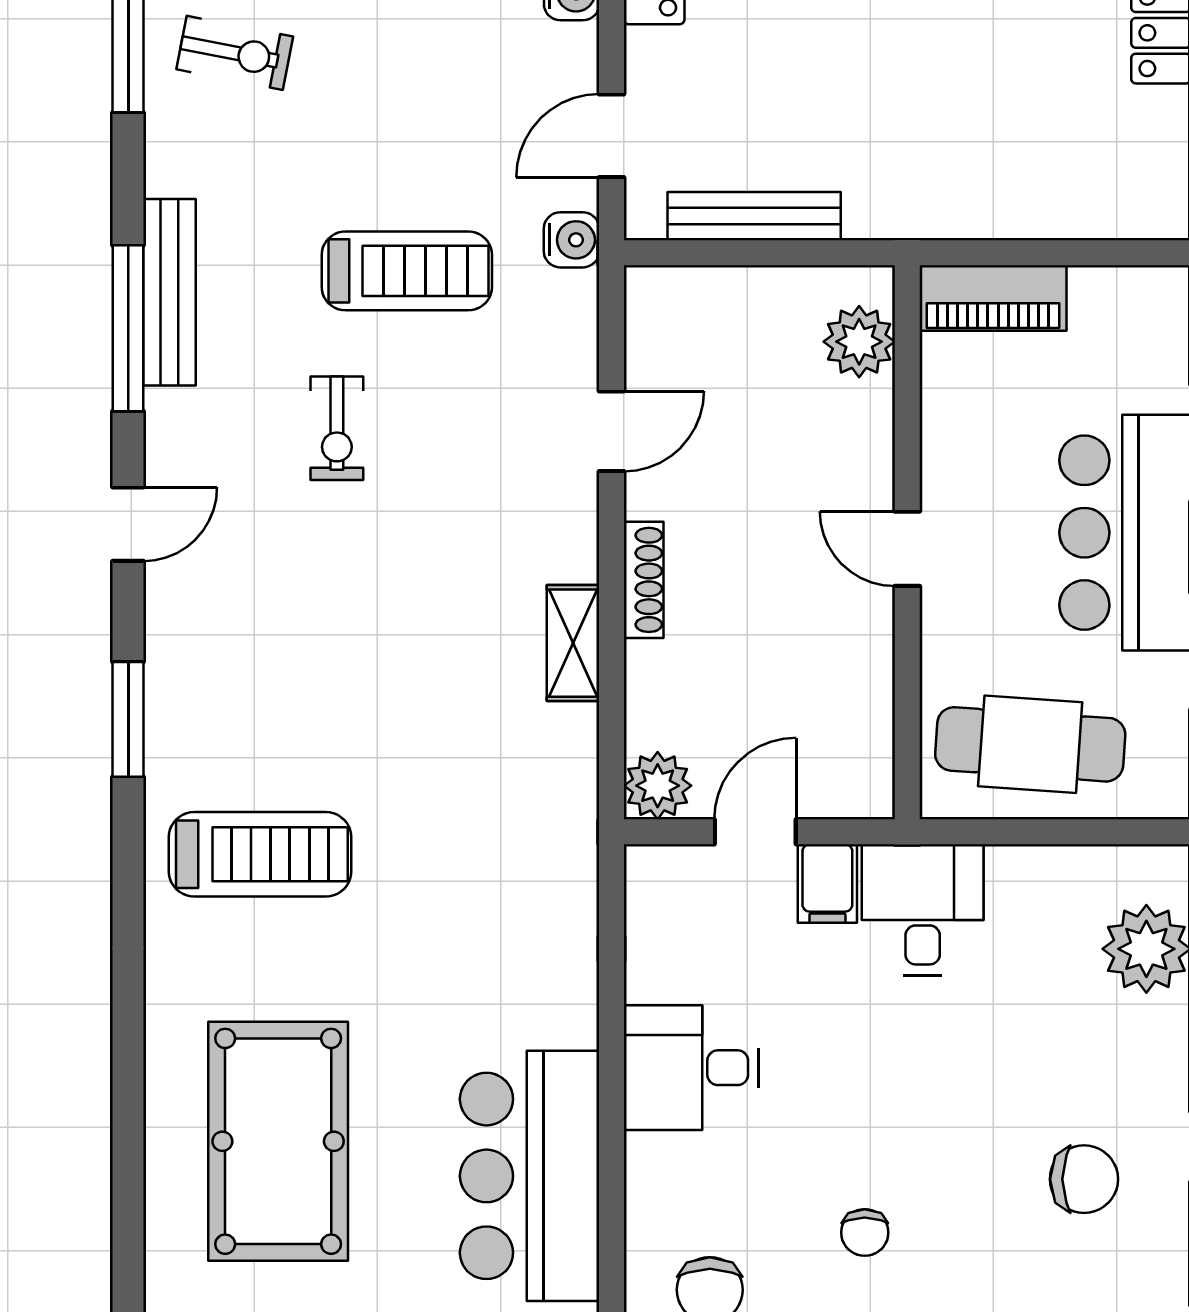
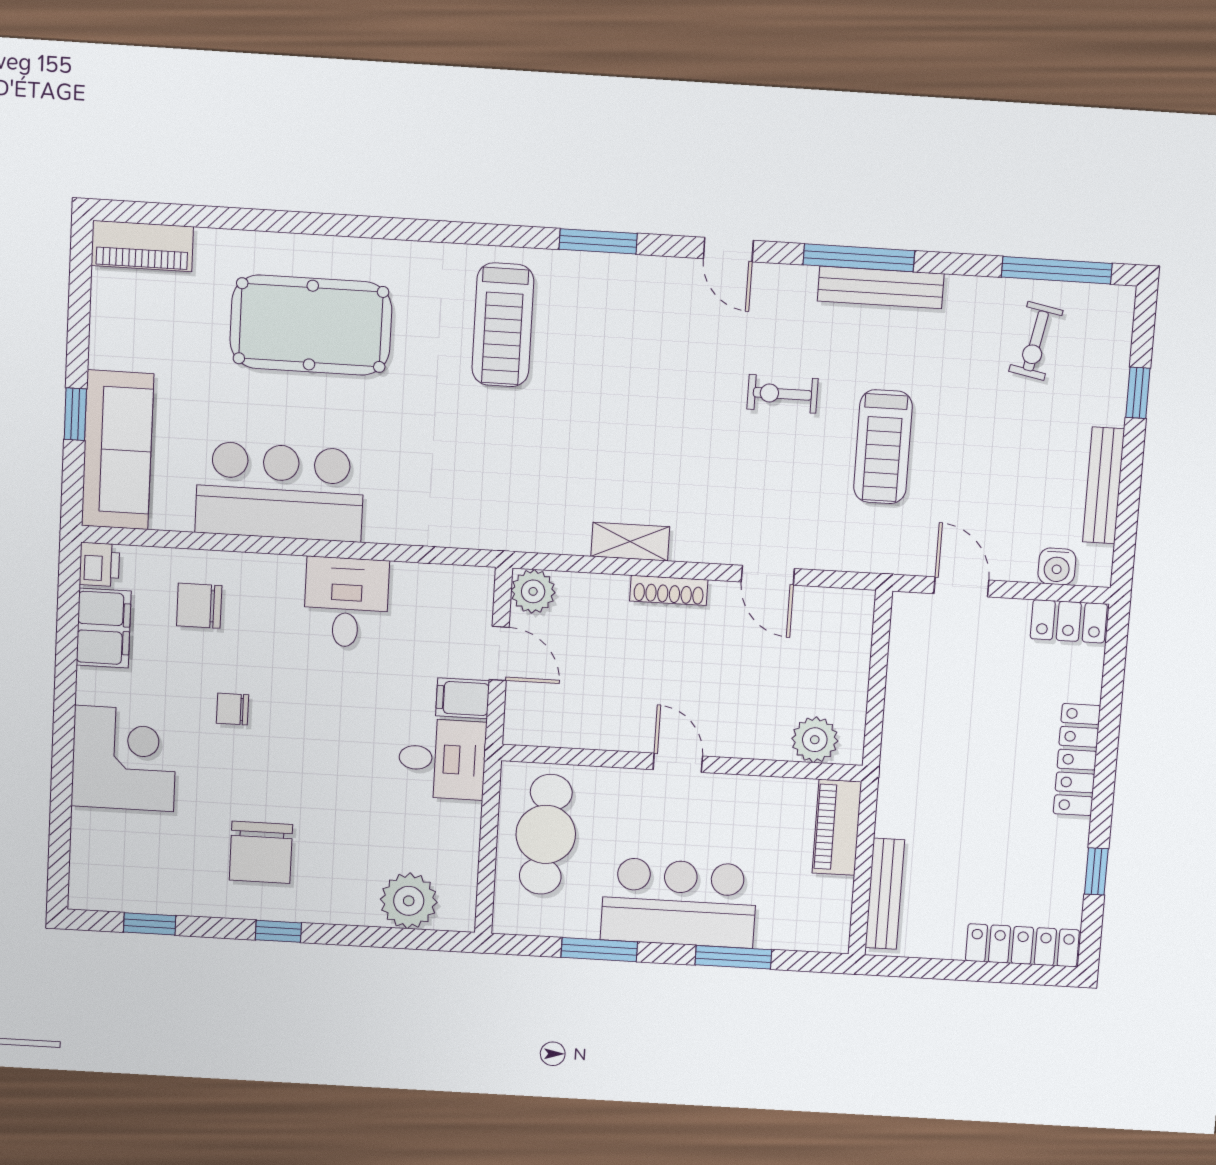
bench: (754, 216) -> (885, 894), moved
water cooler: (572, 240) -> (895, 557), removed
door: (907, 549) -> (678, 763), hinge flipped
chair: (1084, 1179) -> (261, 852), width x1.37, depth x1.37

